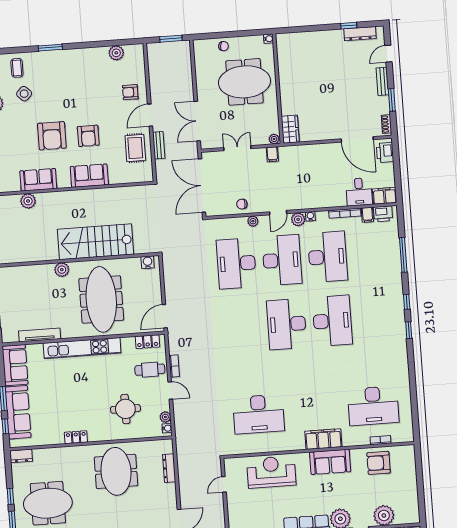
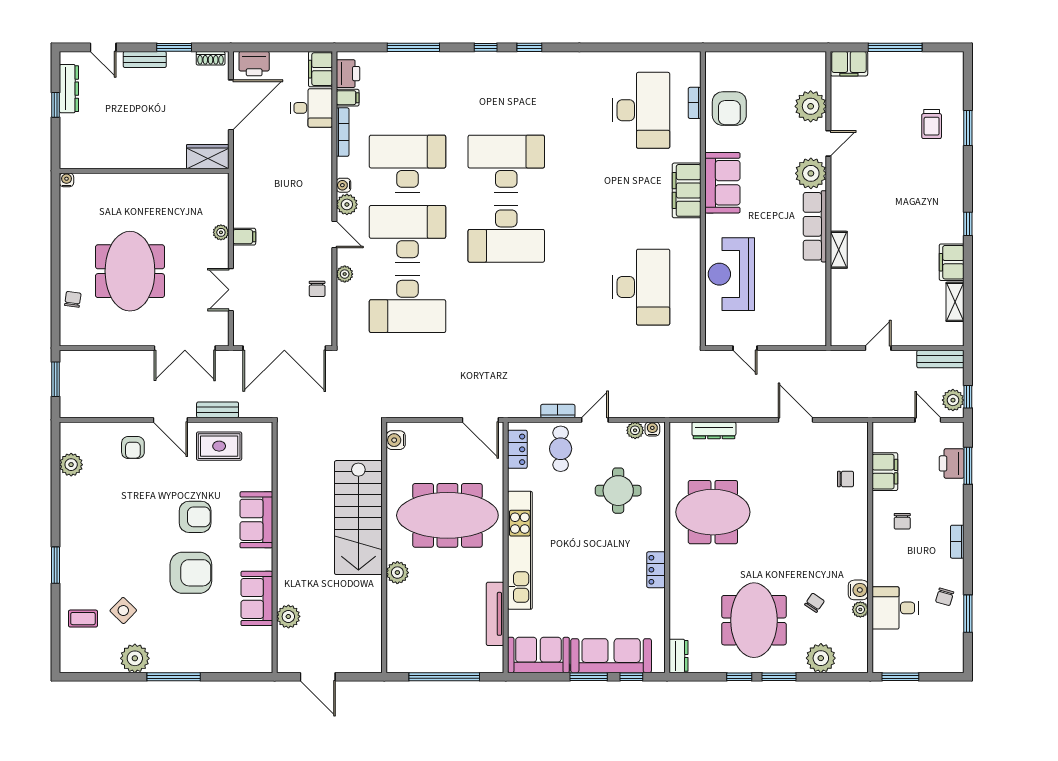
water cooler: (268, 39) -> (66, 180), moved
wall: (278, 89) -> (144, 171), moved
wardrobe: (290, 129) -> (208, 157), moved

